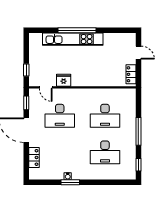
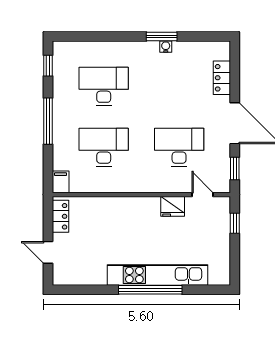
filing cabinet: (131, 95) -> (61, 182), added

